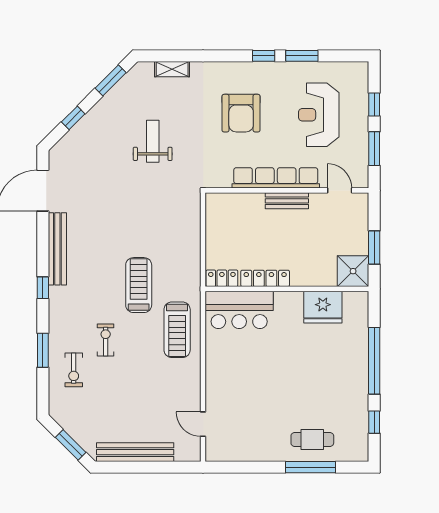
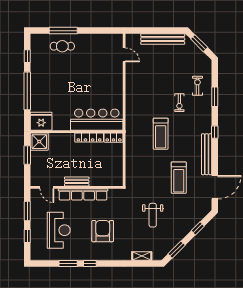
fridge: (323, 307) -> (41, 121), moved
bar counter: (239, 310) -> (97, 120), width x1.36
treadmill: (177, 330) -> (179, 178), moved, turned 180

